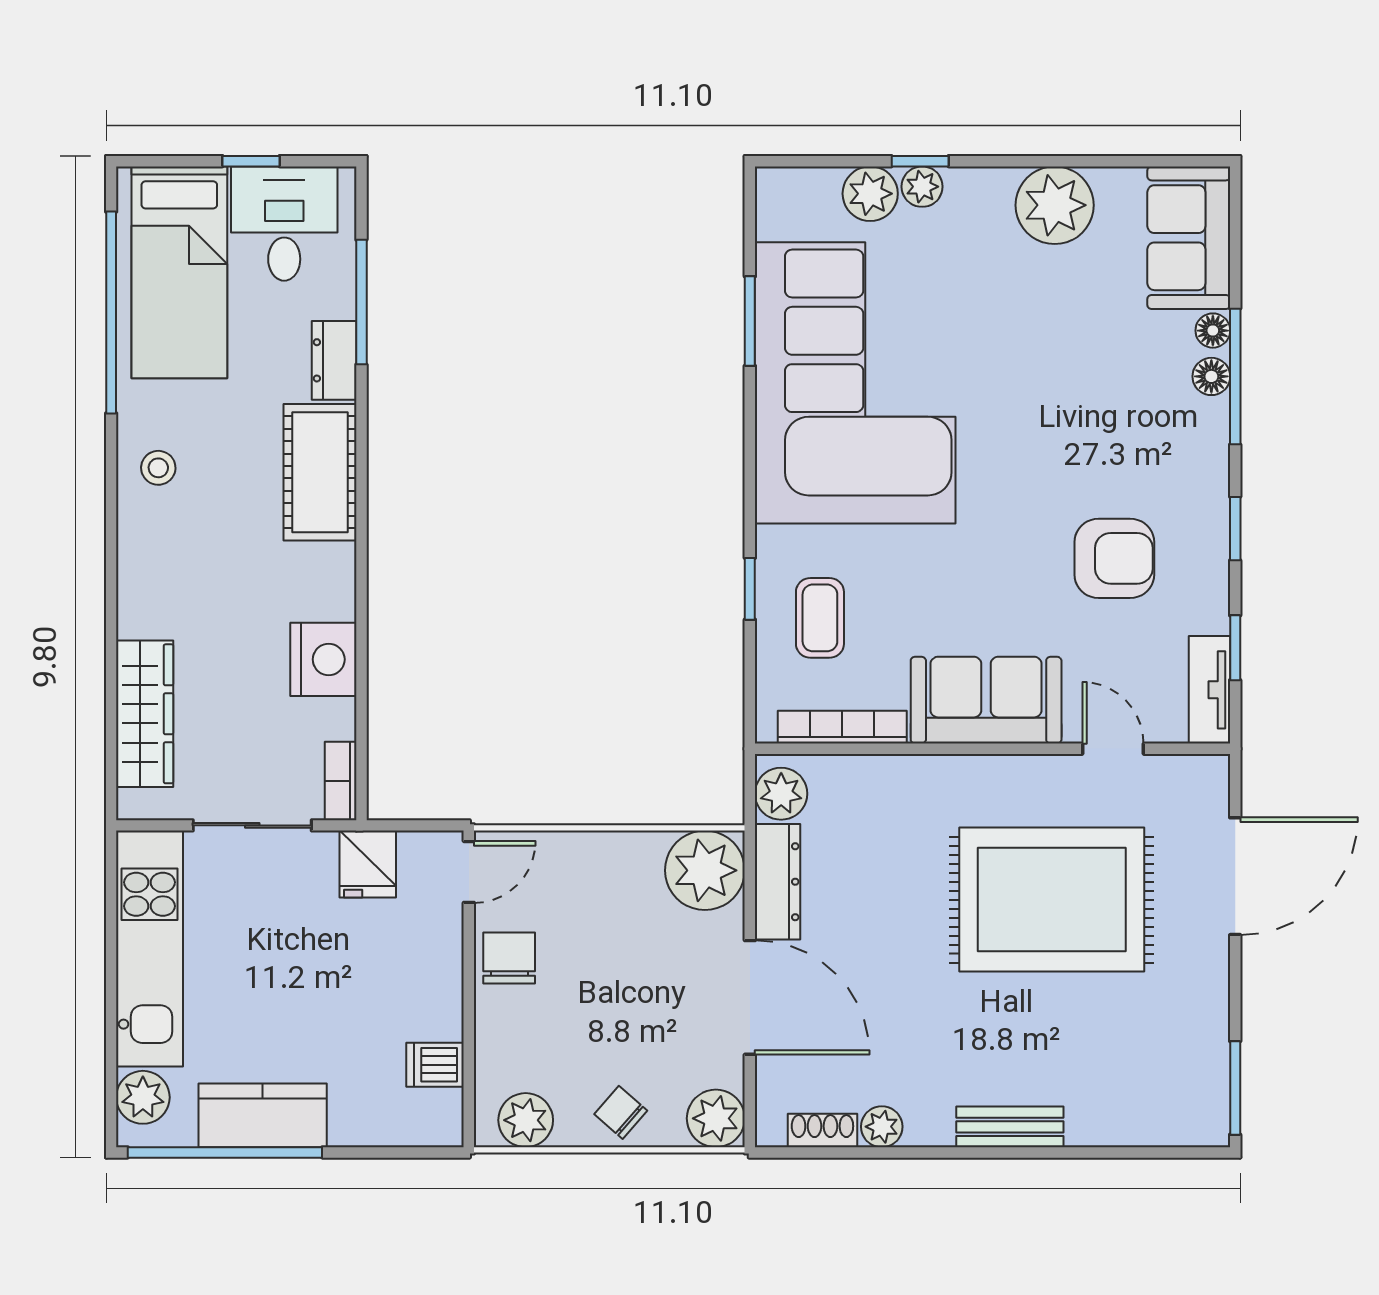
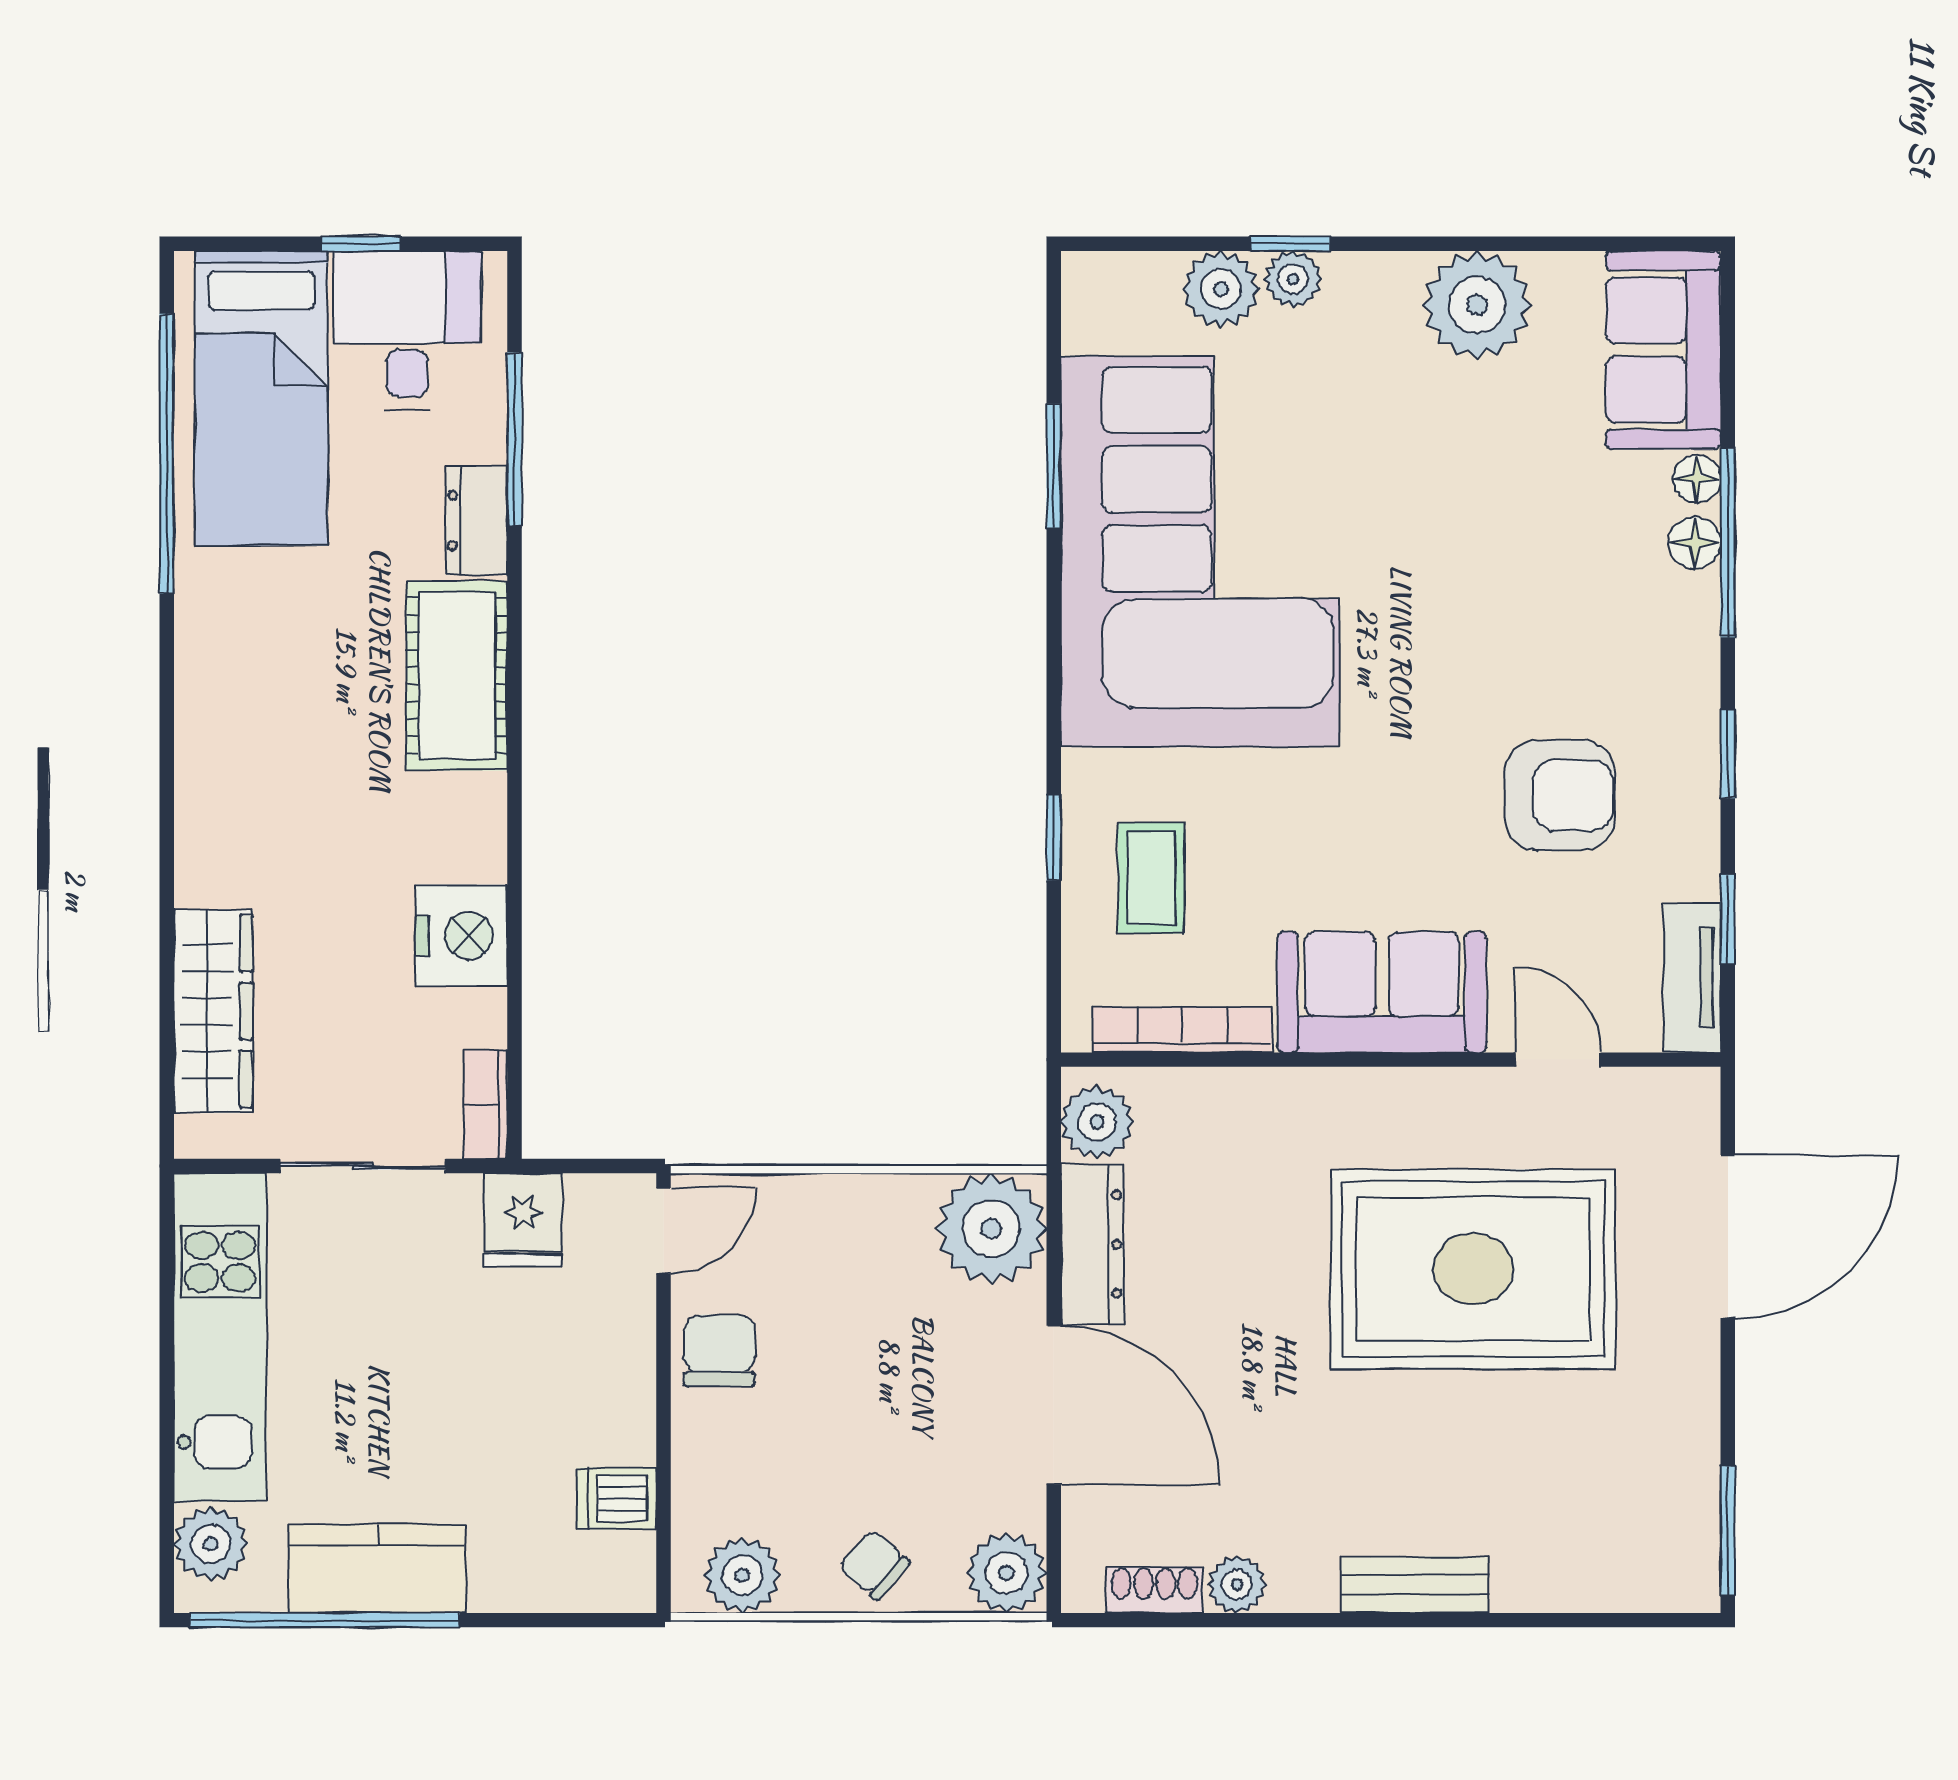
stool: (158, 468) -> (232, 670), removed

